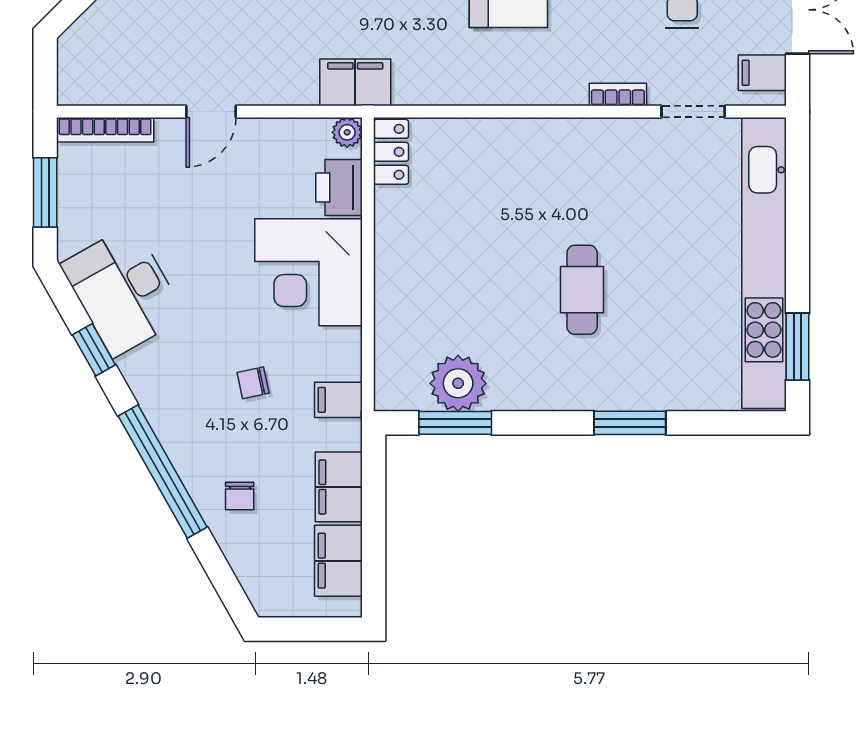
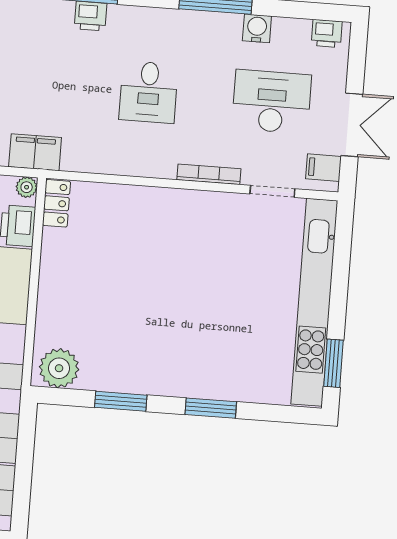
bookcase: (618, 95) -> (209, 174), width x1.56
cafe table: (582, 290) -> (184, 311), removed
plant: (458, 383) -> (59, 368), moved
window: (455, 423) -> (121, 401), moved

